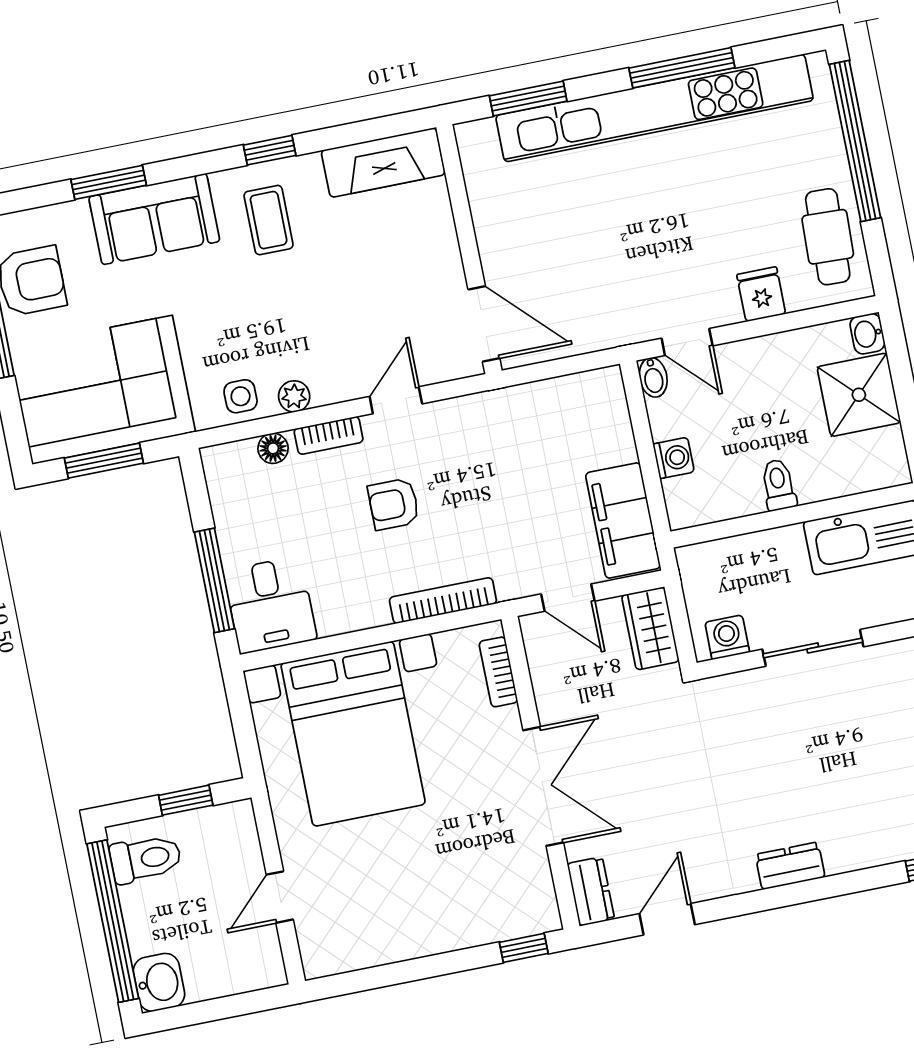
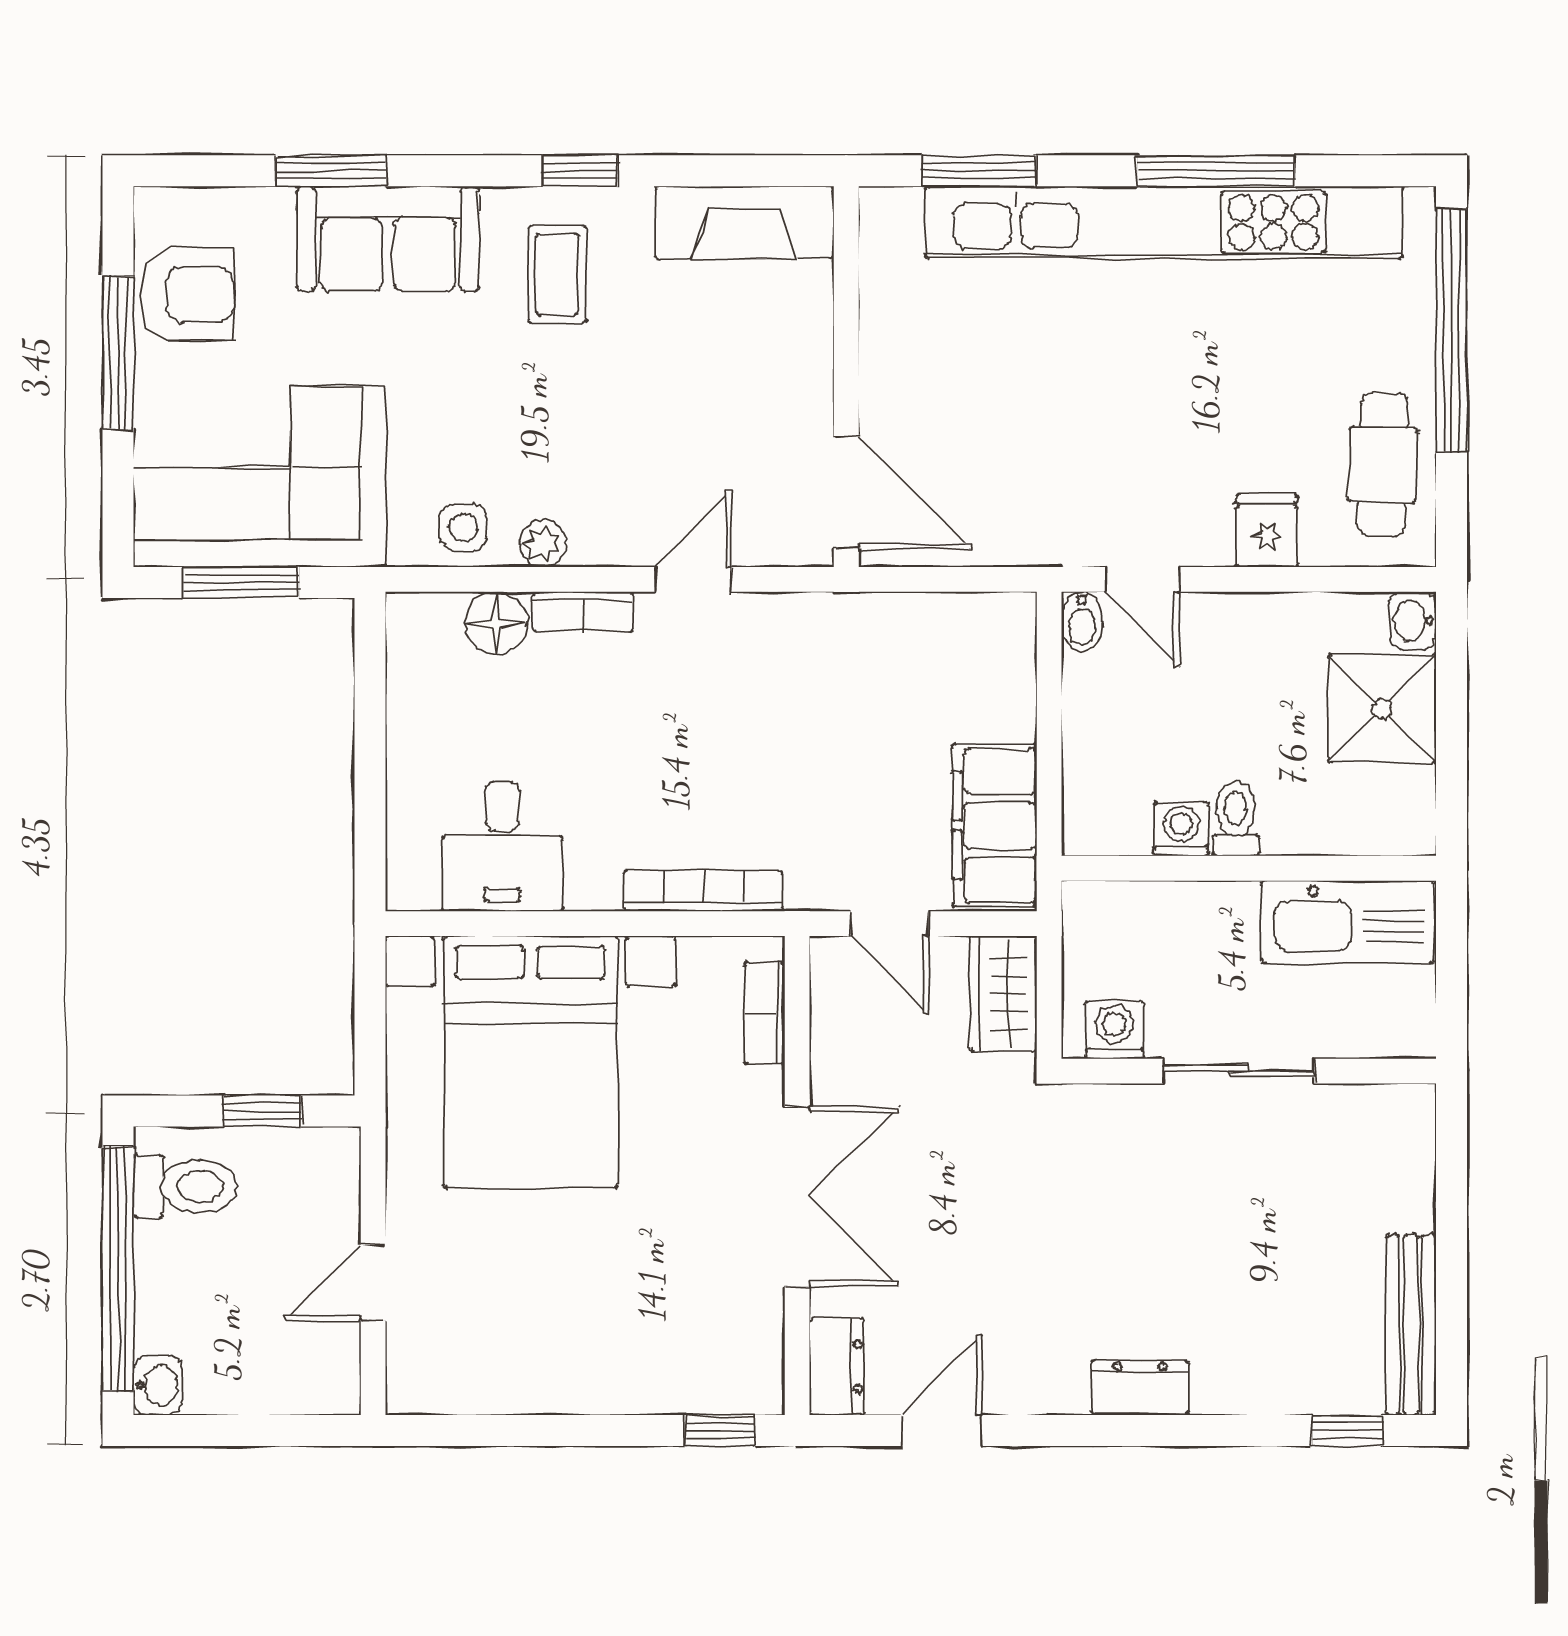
floor lamp: (273, 448) -> (496, 623), width x1.37, depth x1.37
washing machine: (674, 458) -> (1181, 829), moved, turned -90
armchair: (394, 504) -> (659, 733), removed
window: (214, 580) -> (370, 793), removed
desk: (270, 605) -> (502, 846), moved
washbasin: (159, 982) -> (158, 1385), width x0.72, depth x0.69

